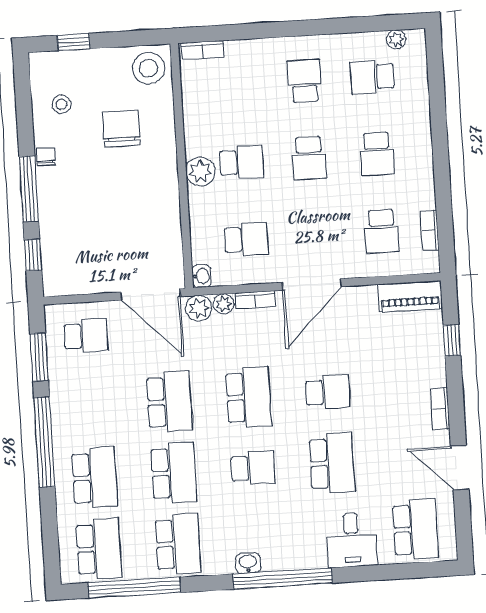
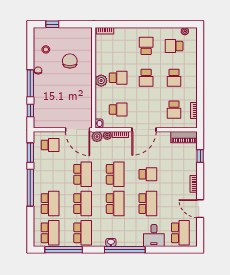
stool: (149, 68) -> (82, 37), removed
school desk: (253, 468) -> (115, 204), width x1.85

